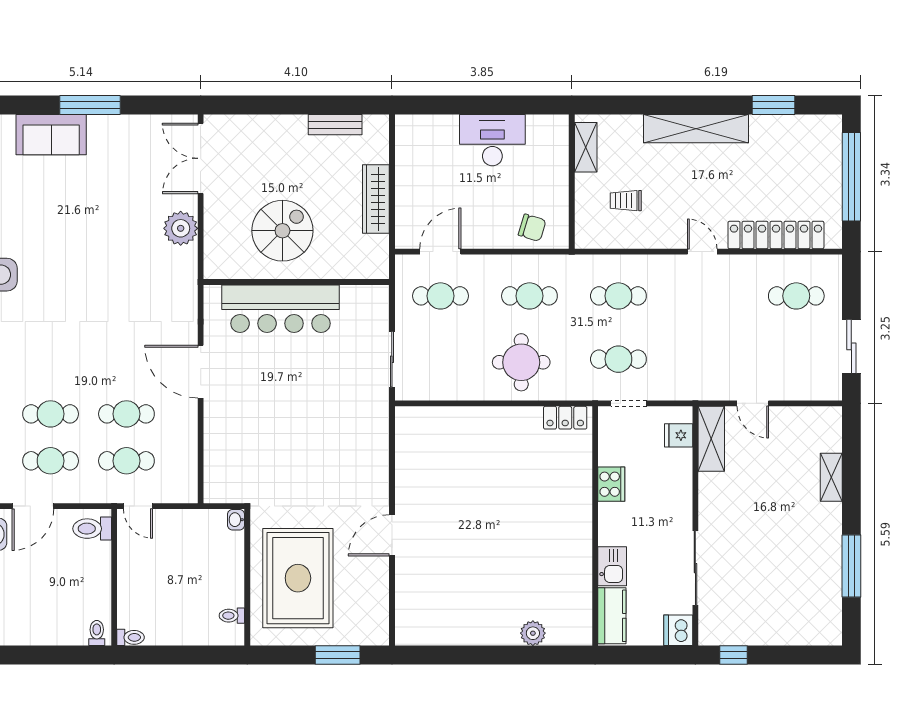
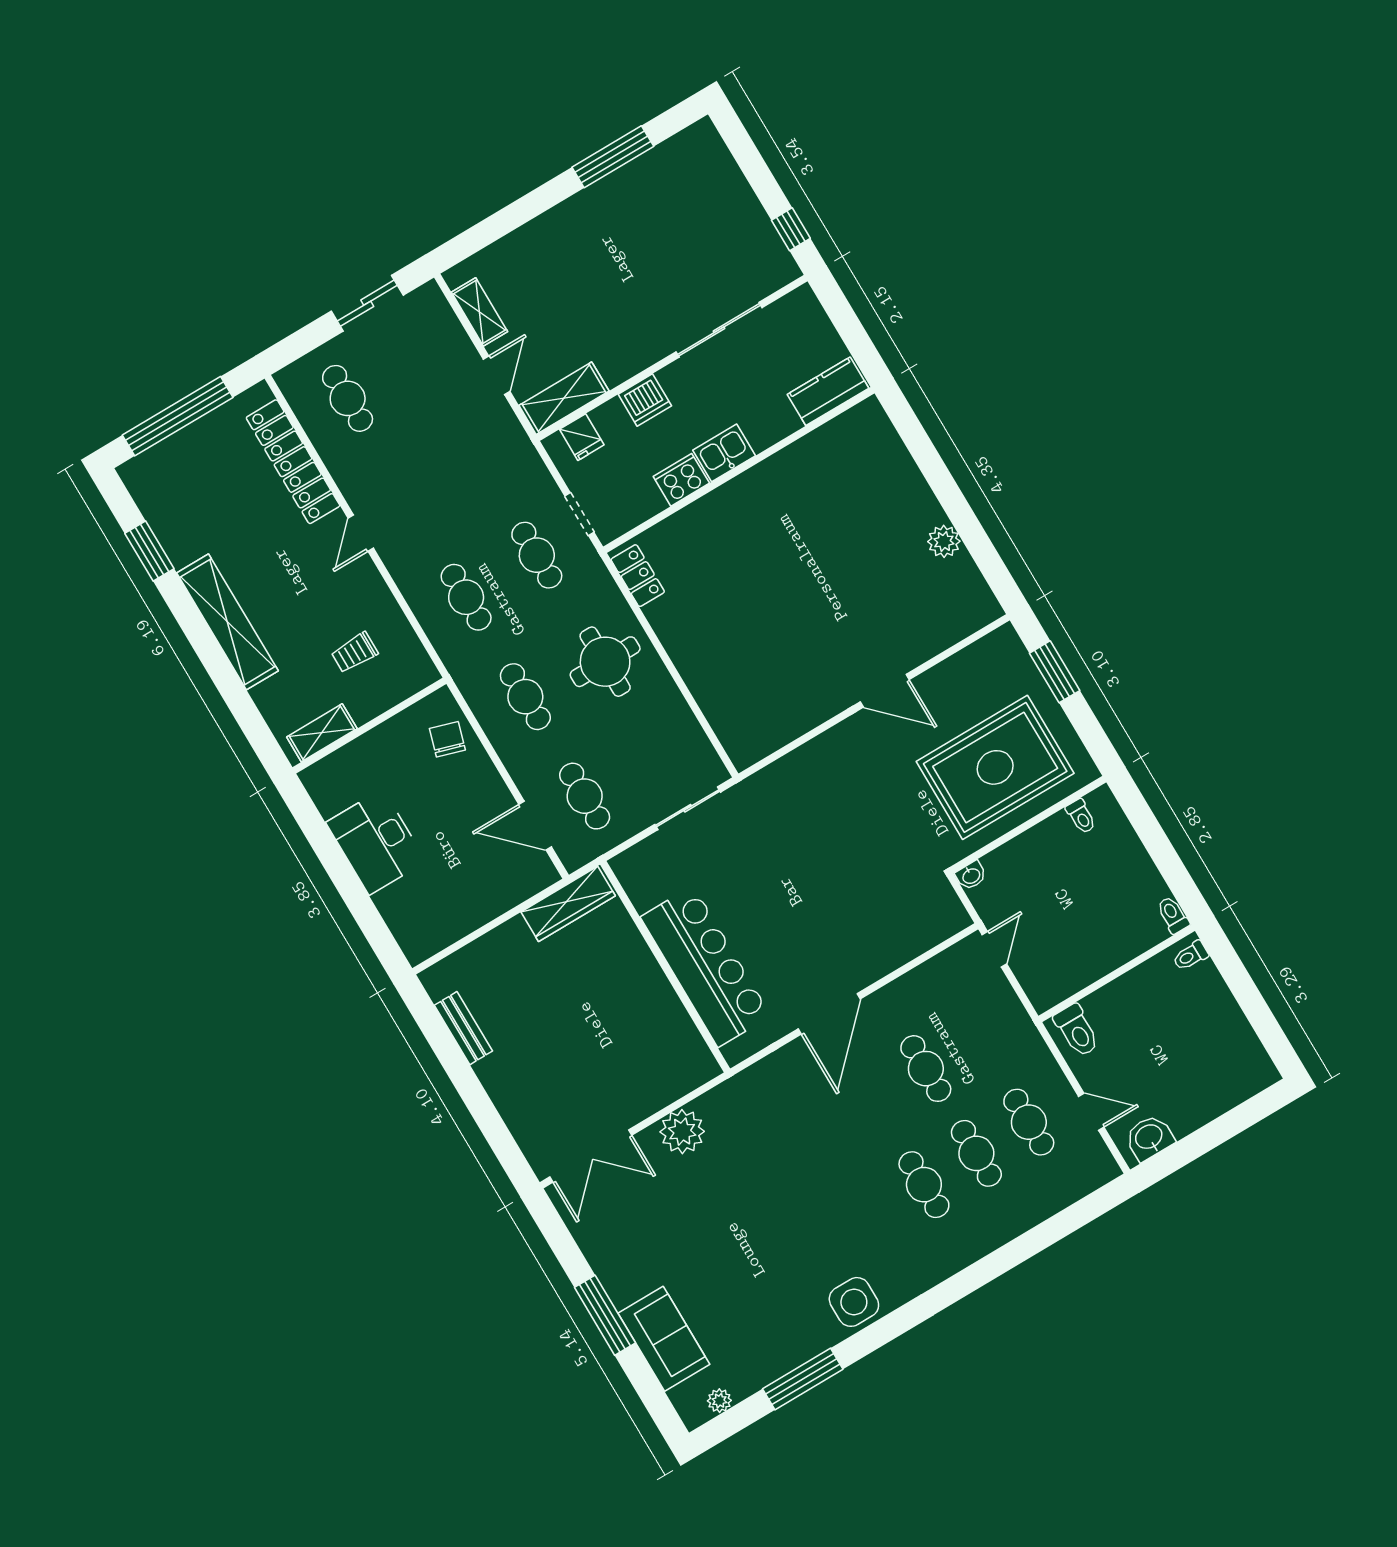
wardrobe: (376, 199) -> (568, 904), moved
trolley: (626, 201) -> (355, 653), turned 90
spiral stairs: (282, 231) -> (617, 1016), removed
cafe table: (126, 461) -> (924, 1185), moved
shelving: (831, 477) -> (479, 312), moved, turned 90
door: (33, 506) -> (1091, 1112), width x0.73
door: (138, 506) -> (994, 949), moved
kitchen sink: (612, 566) -> (724, 453), moved
dishwasher: (678, 630) -> (645, 400), moved
plant: (533, 633) -> (944, 541), moved

